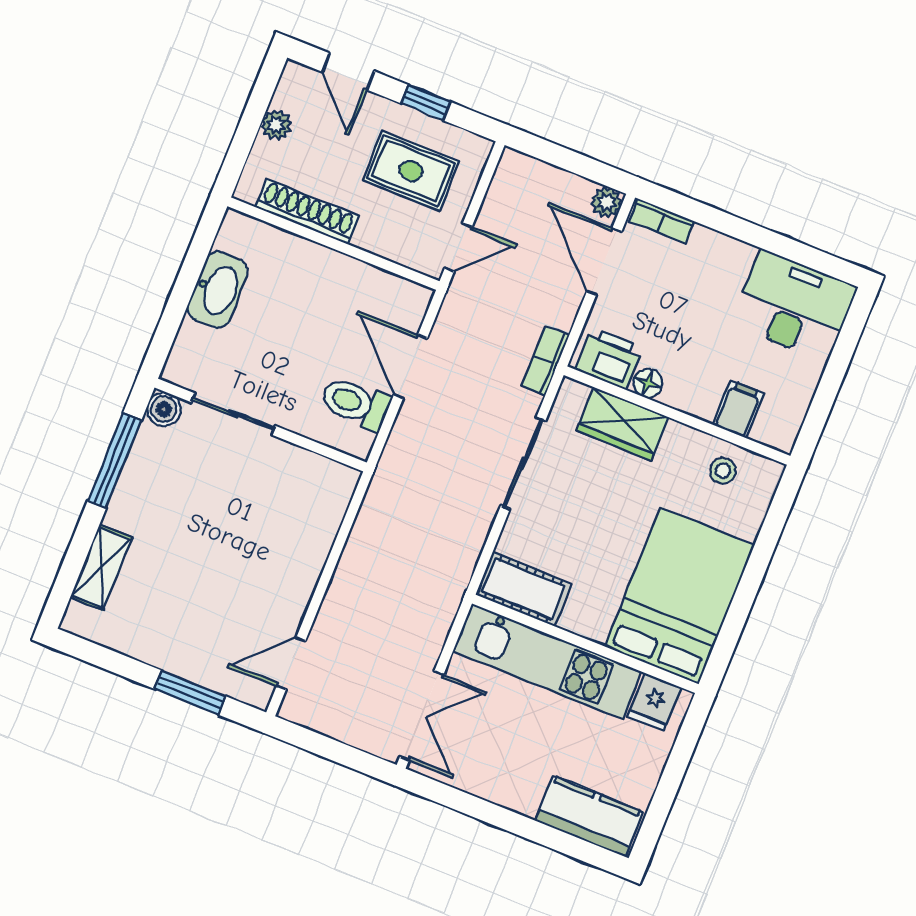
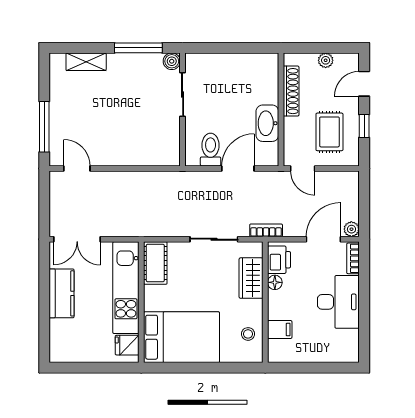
washbasin: (218, 290) -> (267, 123), moved, turned 90
desk: (794, 306) -> (338, 302), moved
window: (190, 693) -> (44, 127), width x1.44
kitchen counter: (589, 816) -> (62, 293), moved

